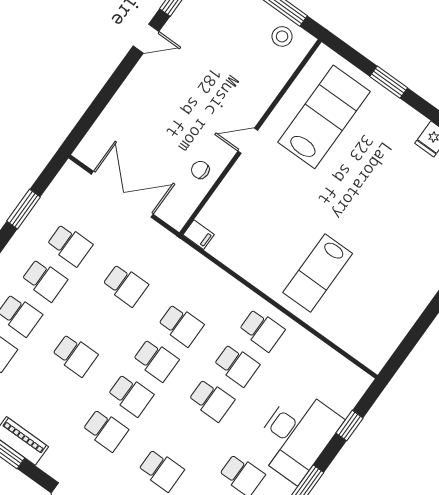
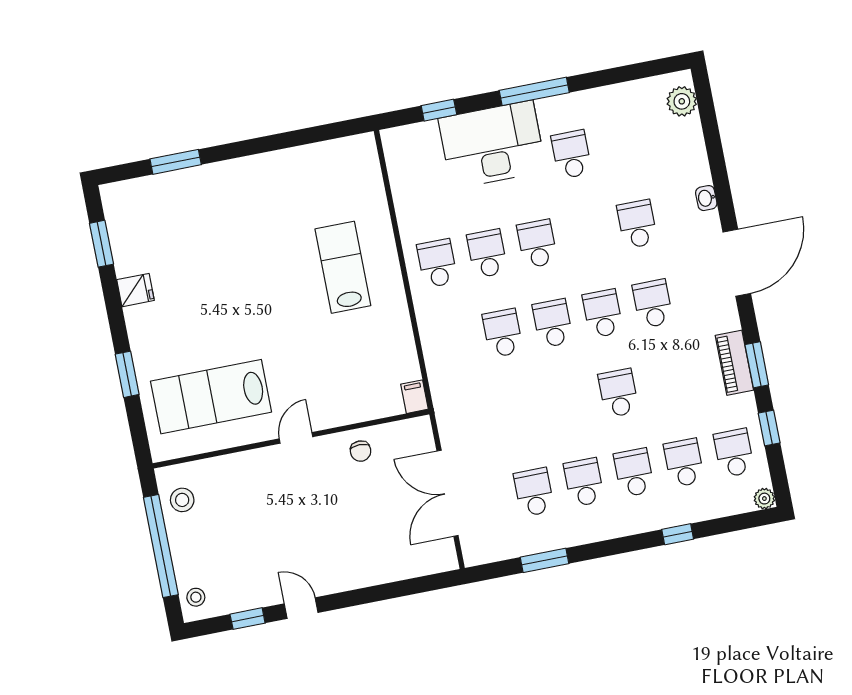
door: (248, 141) -> (296, 438), swing flipped
lab bench: (318, 273) -> (343, 267), turned -90
school desk: (125, 285) -> (518, 413), removed

